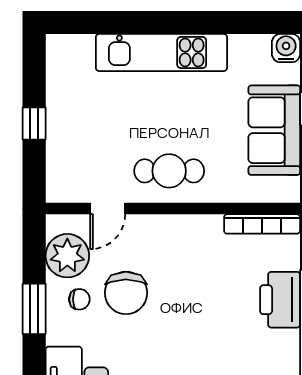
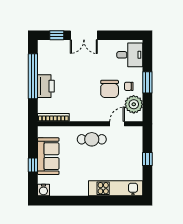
kitchen unit: (161, 52) -> (116, 188), moved
chair: (126, 293) -> (110, 89), turned 180

